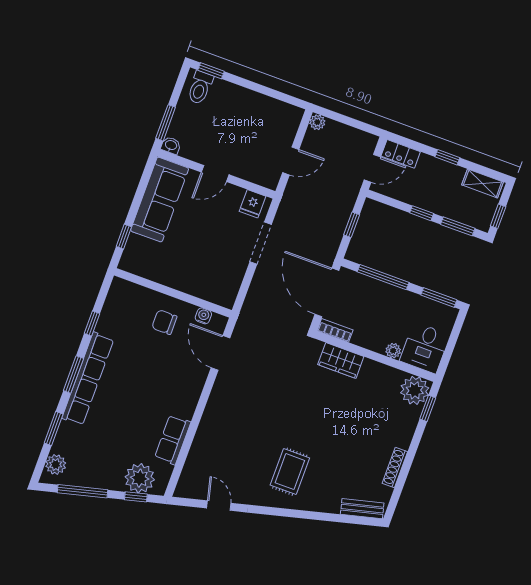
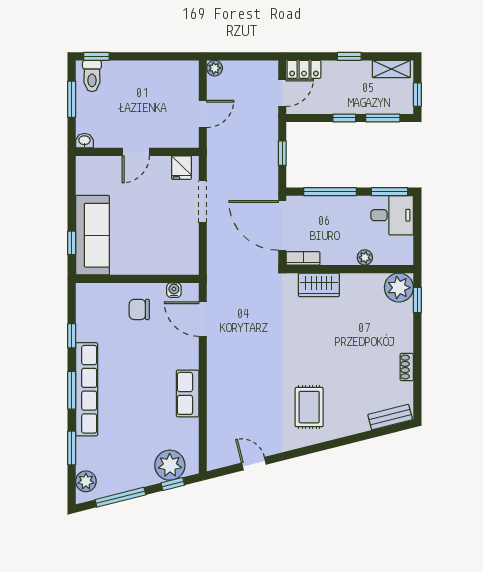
window: (166, 123) -> (72, 99), moved
sofa: (160, 200) -> (92, 235), moved
desk: (425, 348) -> (392, 215), moved, turned -90
row of seats: (173, 440) -> (188, 393), moved
shoe rack: (395, 467) -> (407, 367), width x0.70

